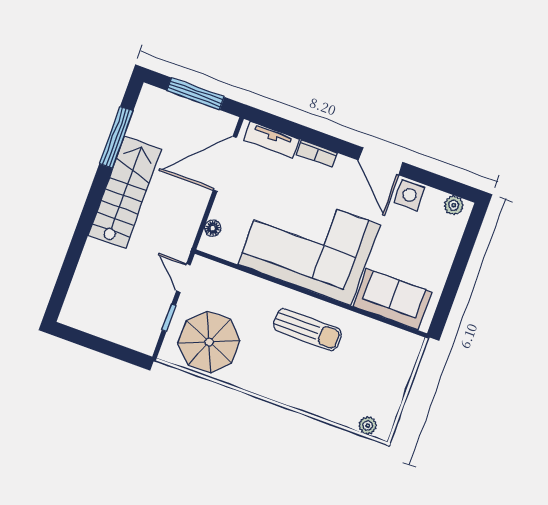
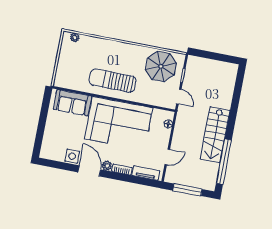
window: (116, 137) -> (224, 162), width x1.46
door: (225, 164) -> (167, 157), width x0.53
plant: (454, 205) -> (107, 166), moved
sun lounger: (308, 330) -> (113, 81), width x1.36, depth x1.34

